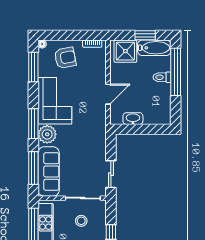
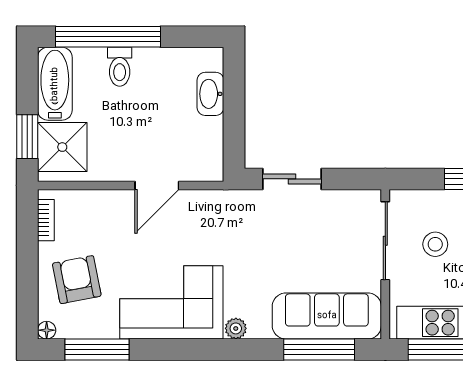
window: (145, 35) -> (27, 137), moved
door: (108, 94) -> (157, 185), swing flipped
washbasin: (133, 119) -> (210, 94), moved
window: (33, 124) -> (222, 350), removed
plant: (47, 134) -> (236, 328), width x0.53, depth x0.53
sliding door: (111, 174) -> (292, 179), moved

